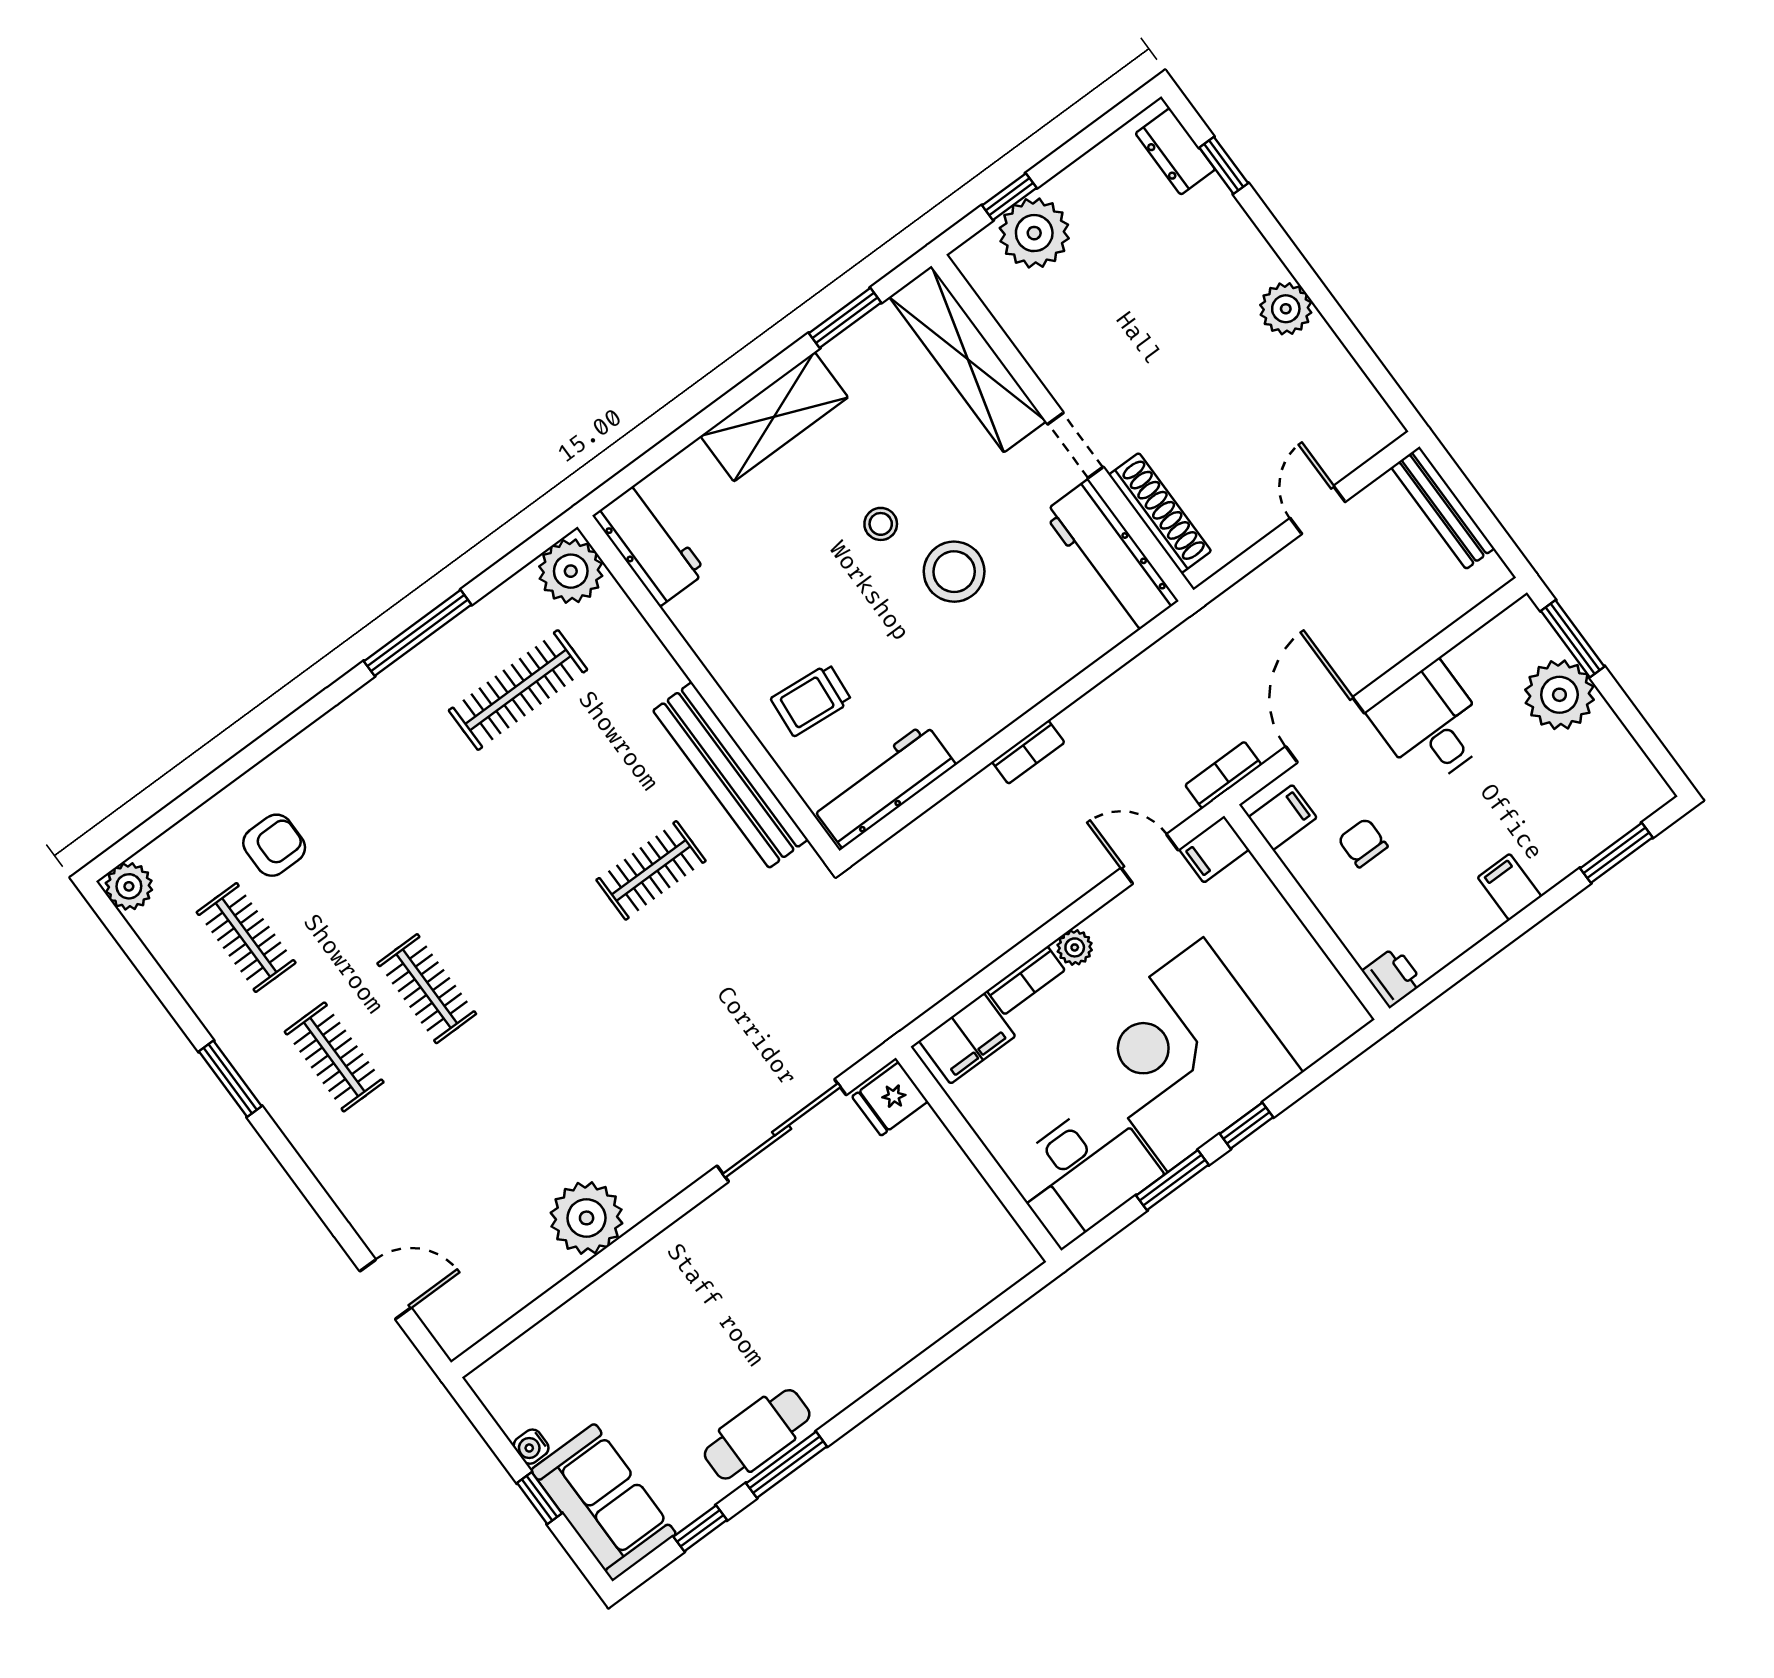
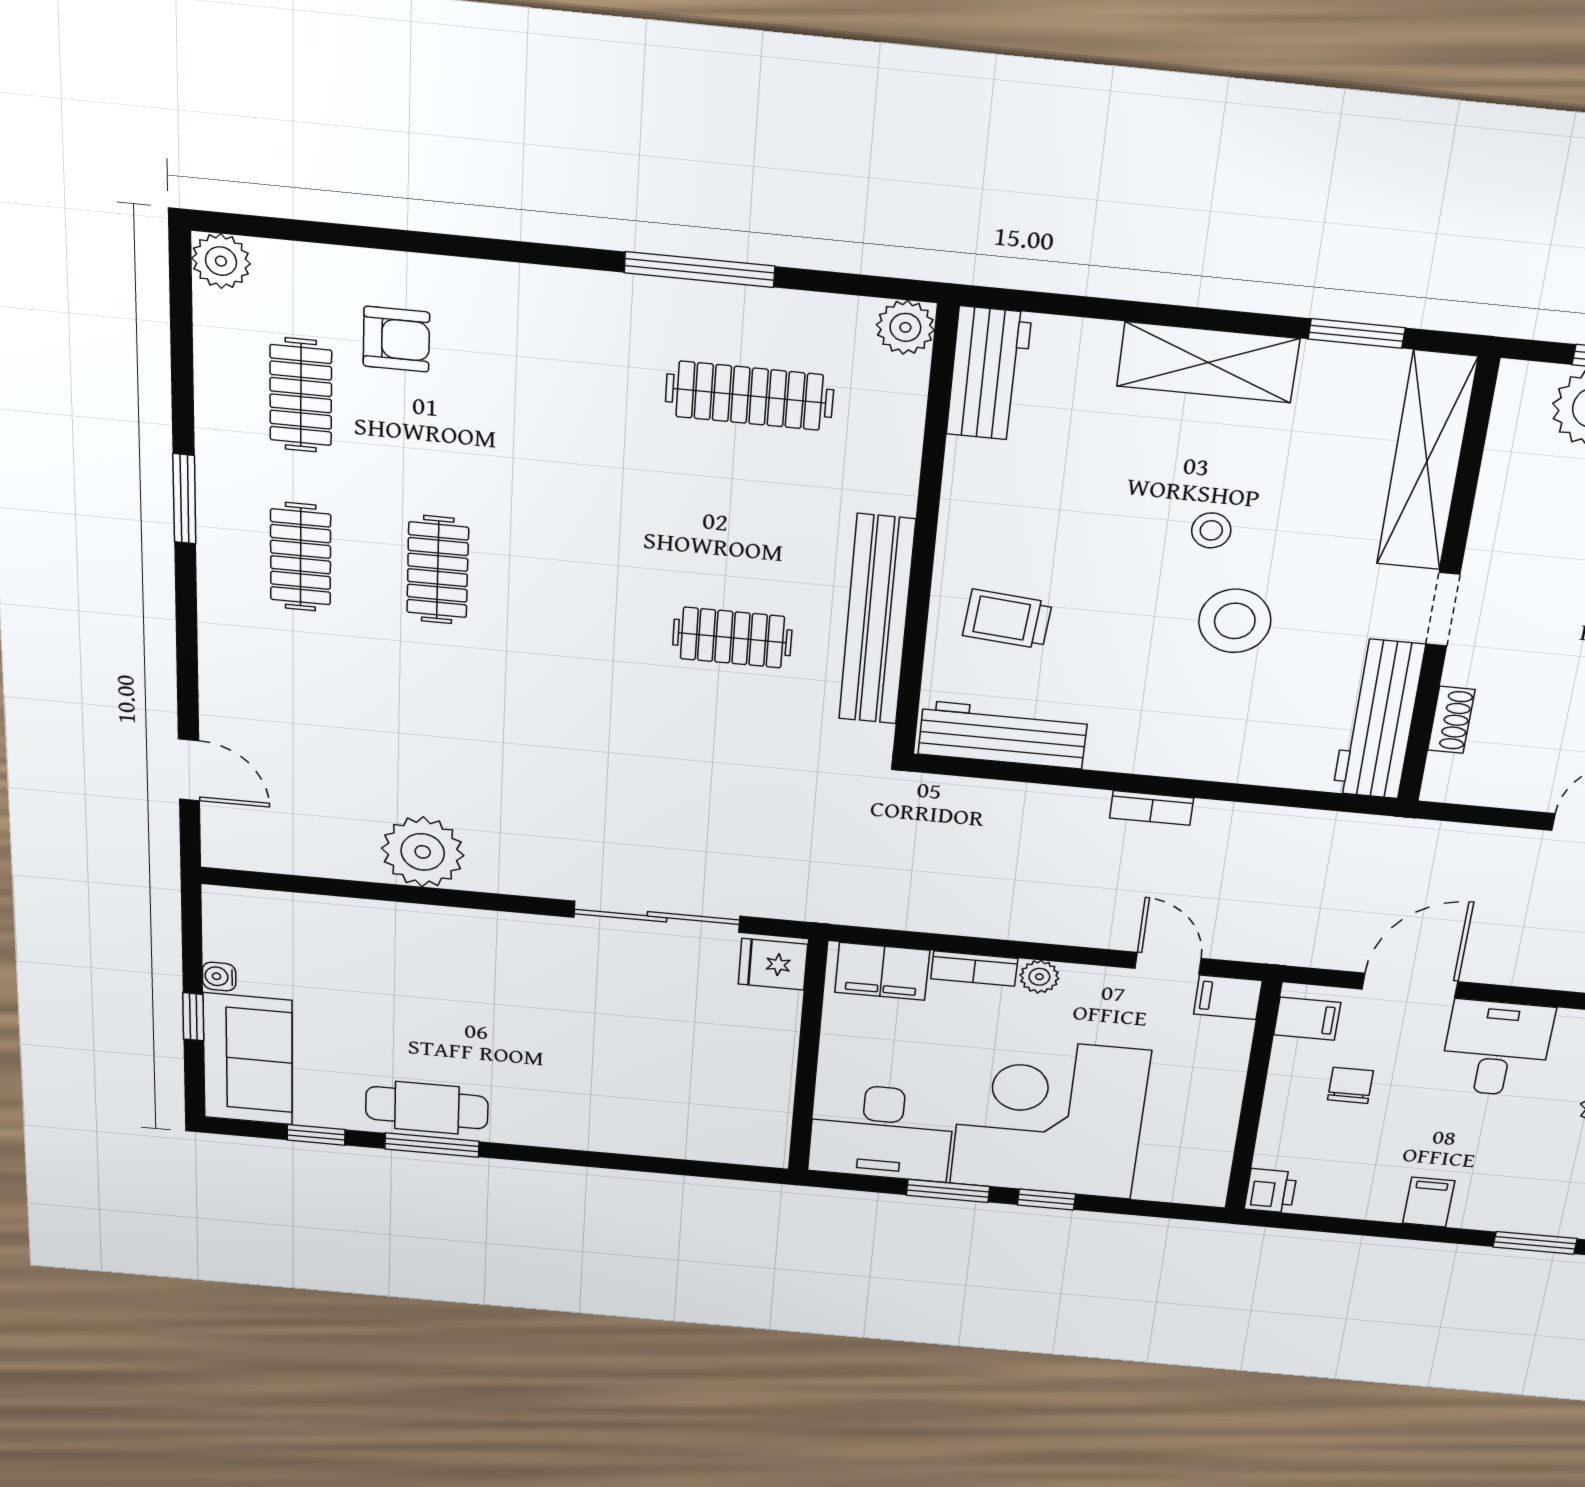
shoe rack: (1160, 513) -> (1451, 720), width x0.51, depth x0.81
plant: (571, 571) -> (905, 327), width x0.73, depth x0.73
bookcase: (1223, 775) -> (1293, 952), removed

